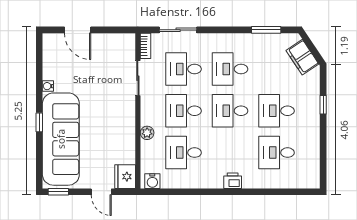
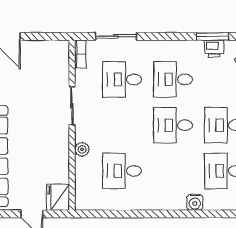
sliding door: (138, 78) -> (72, 106), moved
desk: (184, 111) -> (122, 125), removed
water cooler: (152, 181) -> (195, 202), moved
printer: (233, 181) -> (214, 49), moved, turned 180

